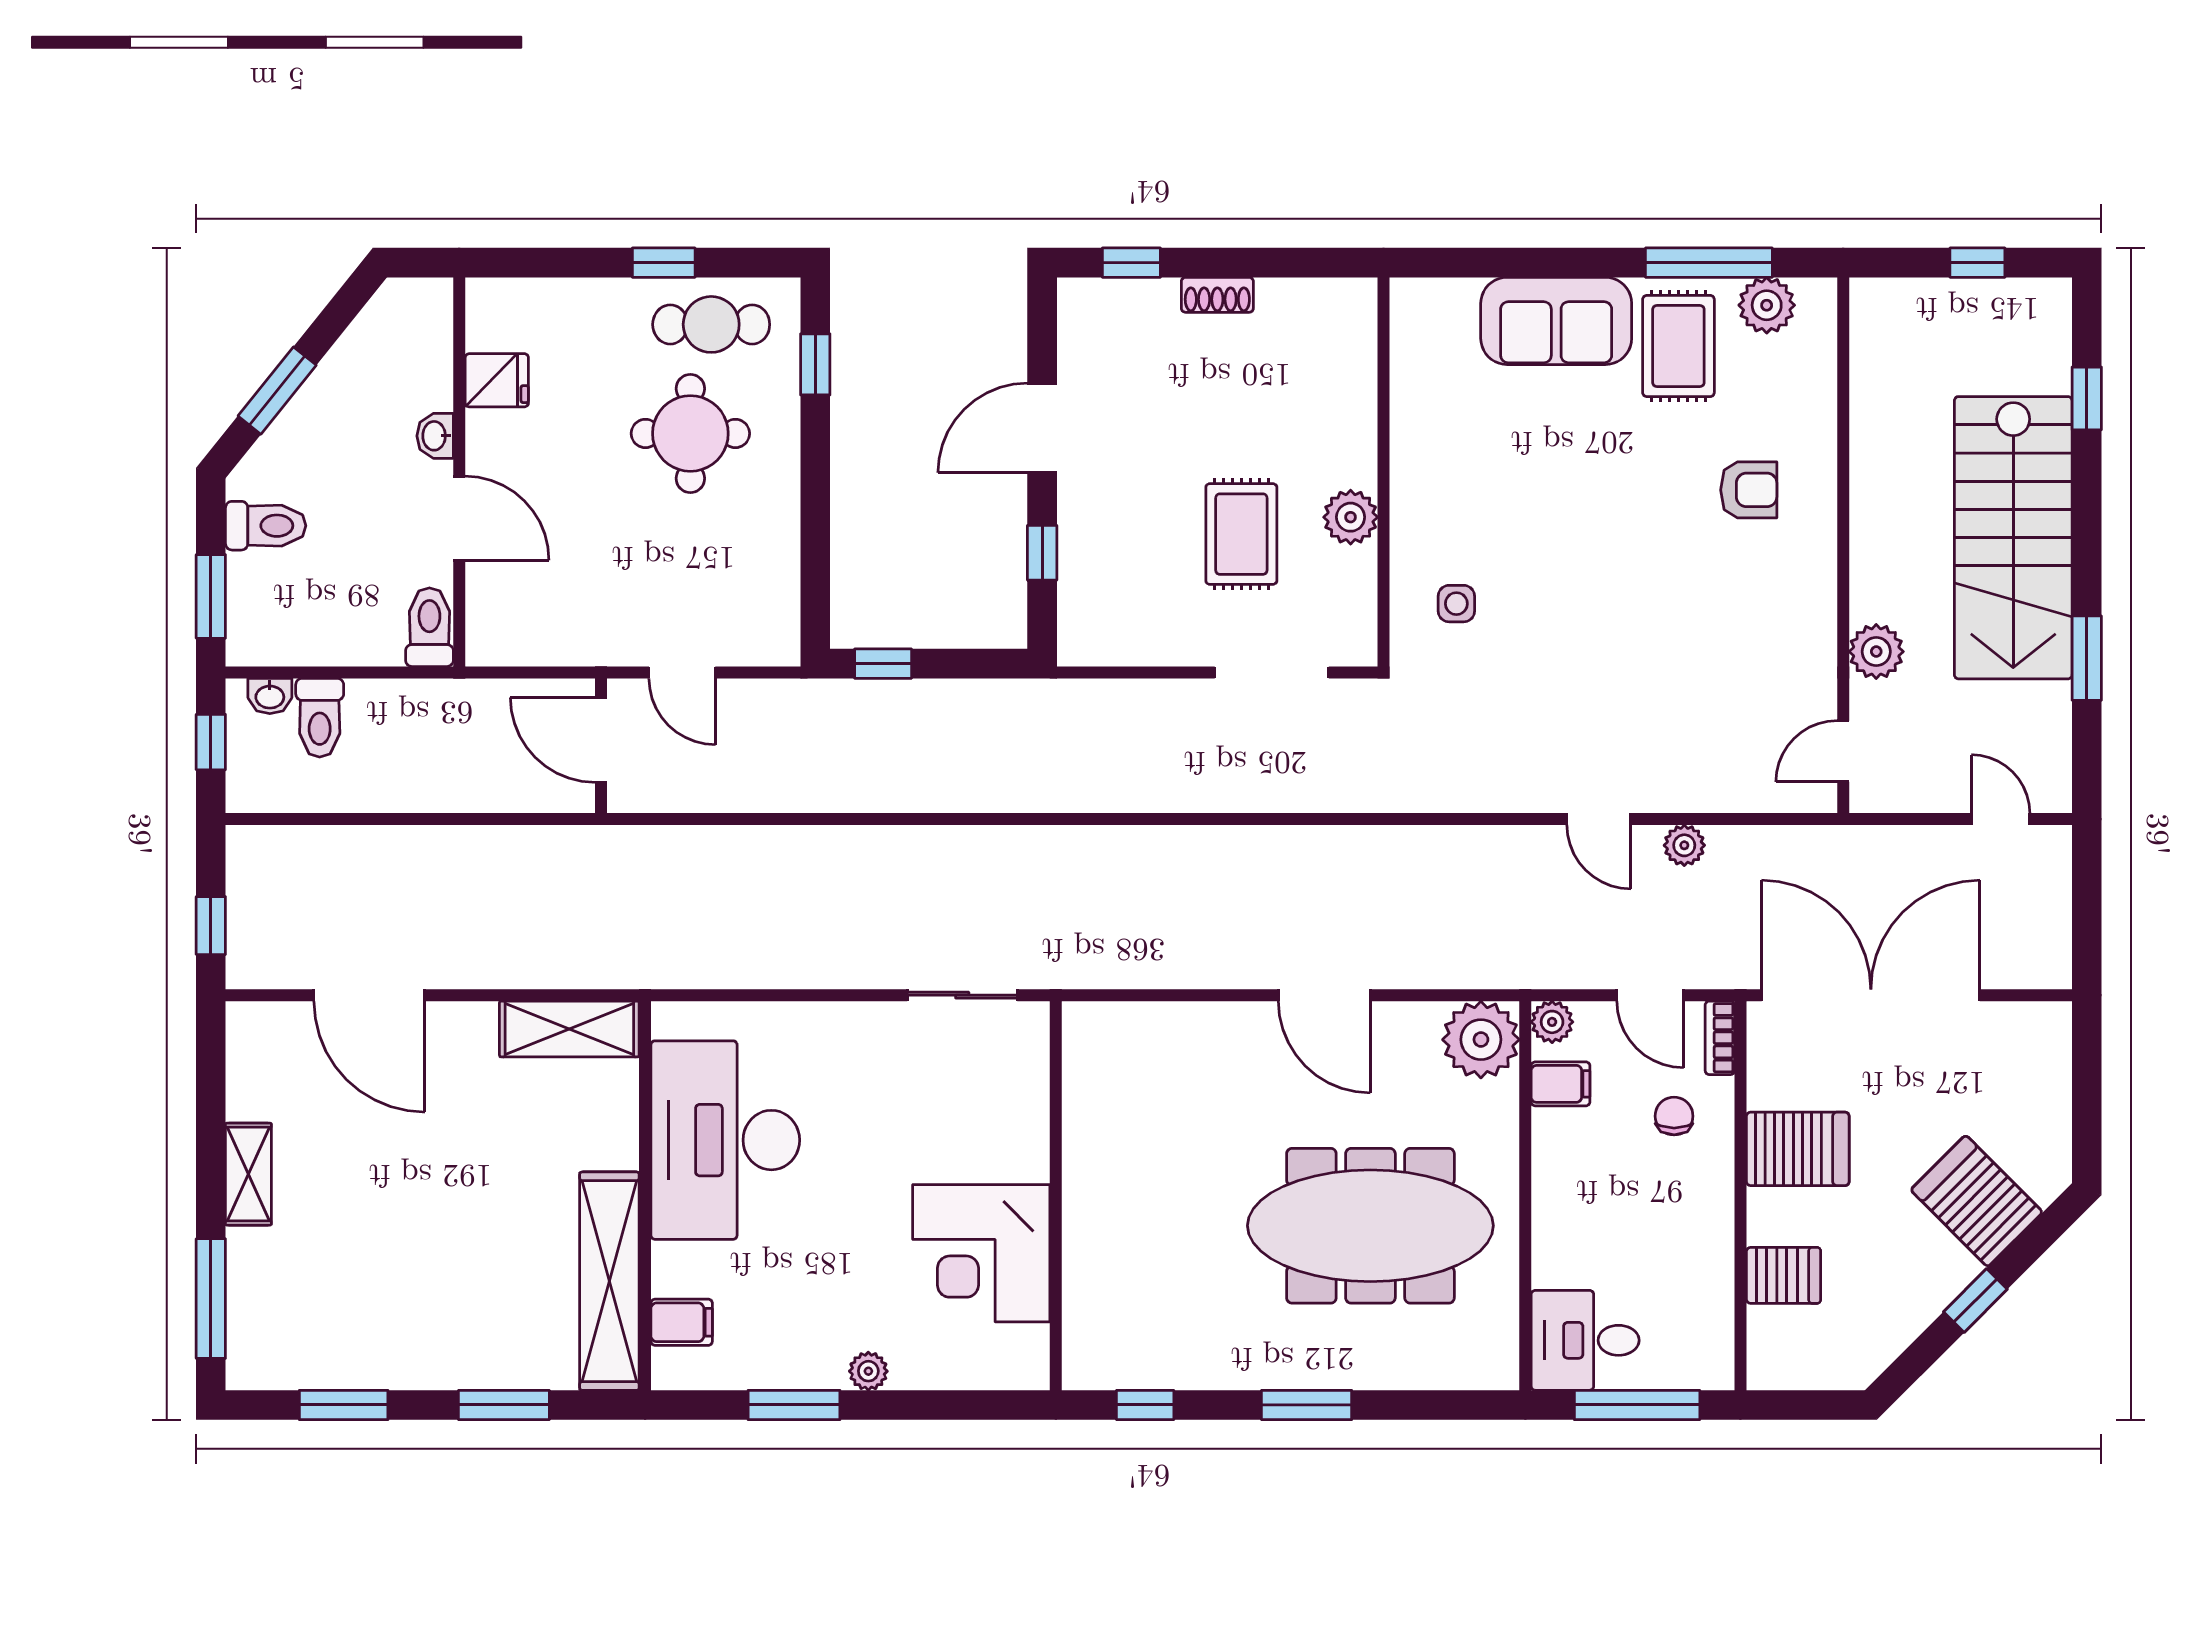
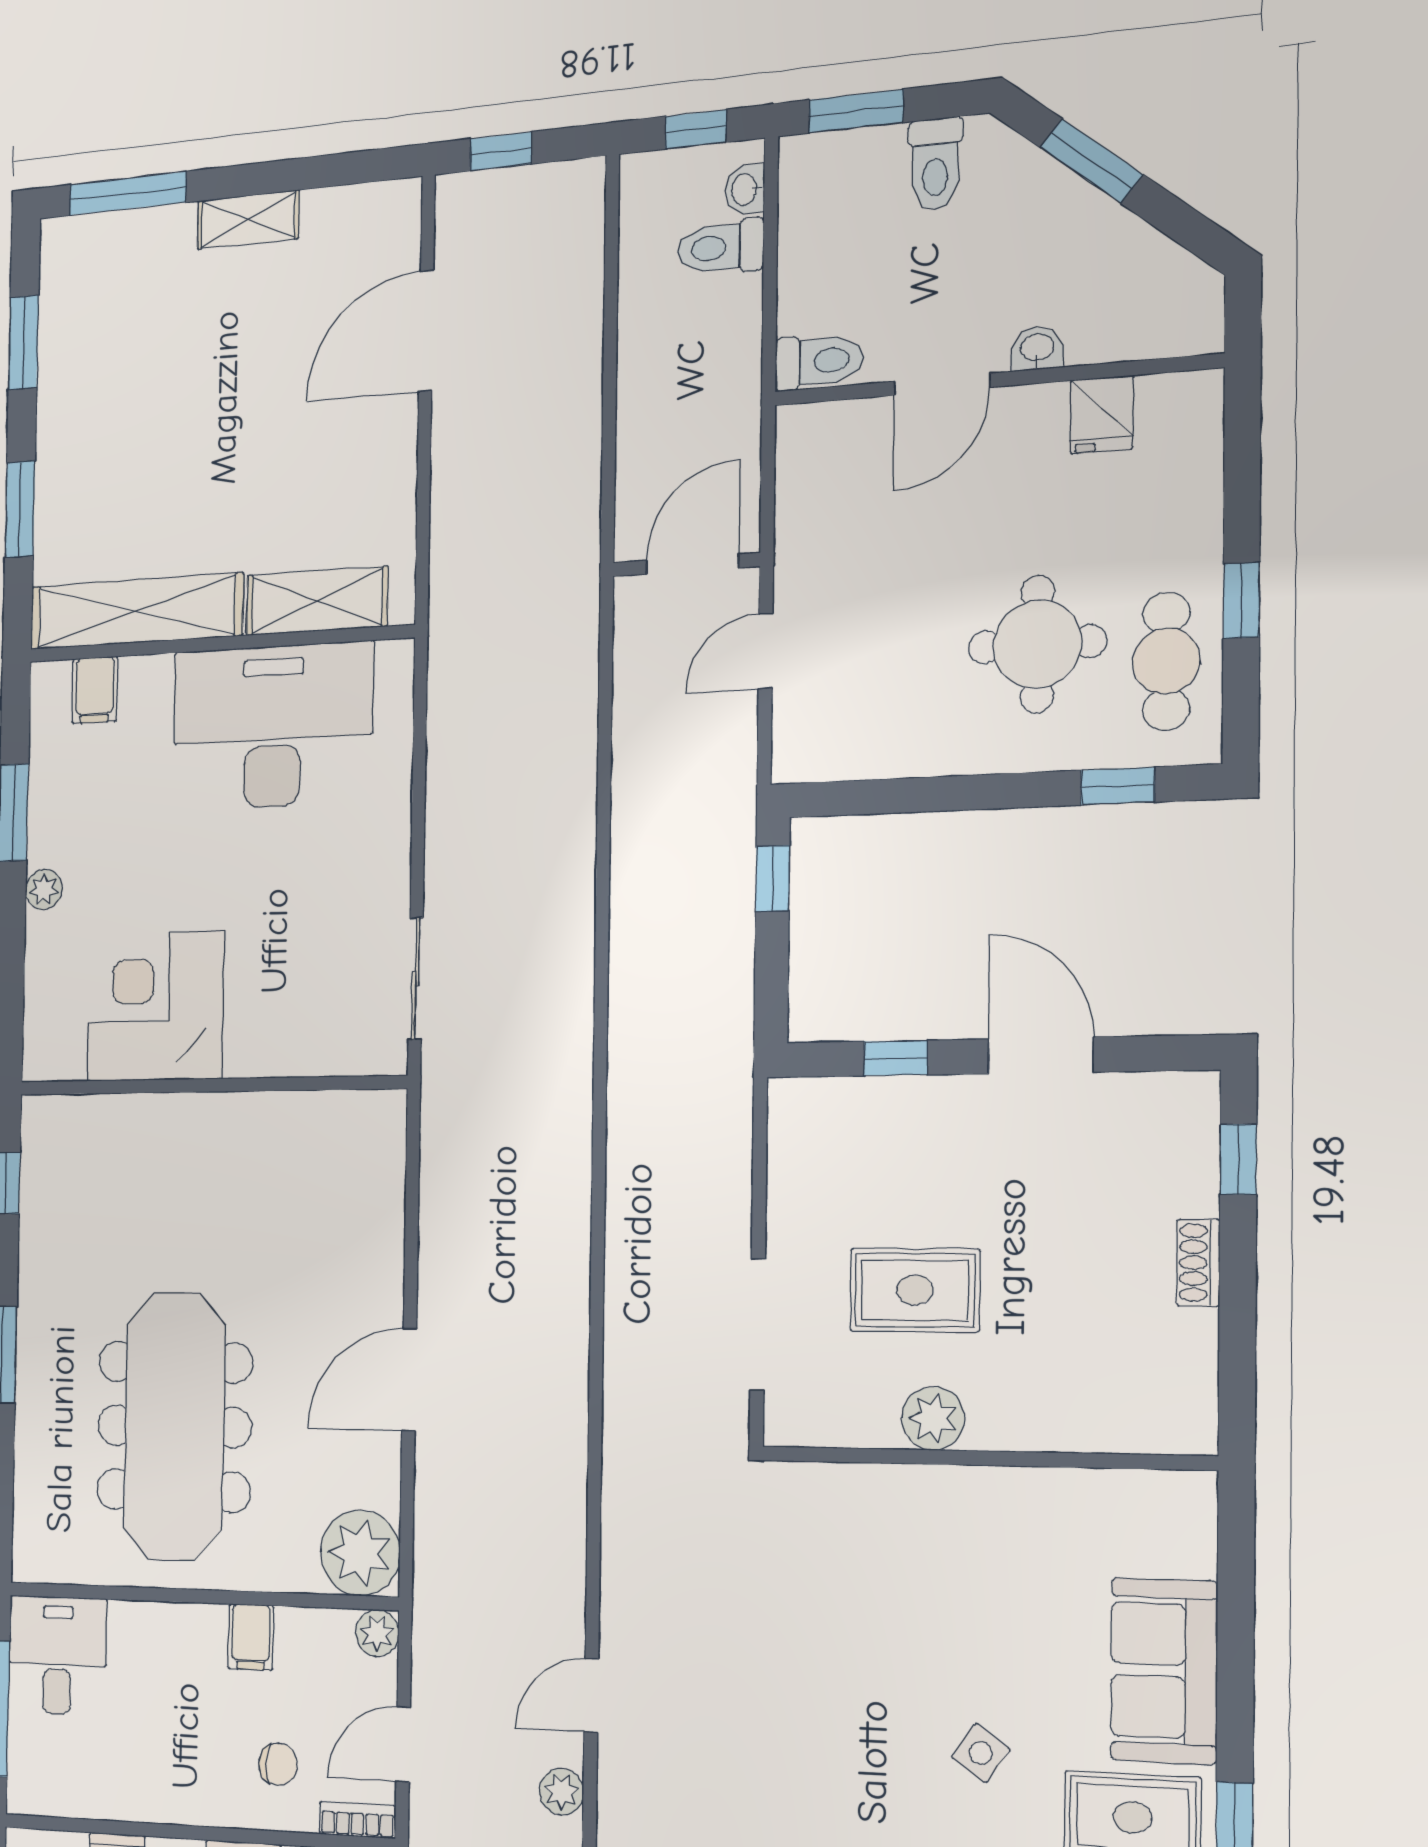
side table: (1456, 604) -> (981, 1753), moved, turned 35
shelving: (569, 1029) -> (317, 601), moved, turned 90
filing cabinet: (1561, 1084) -> (251, 1637), moved

